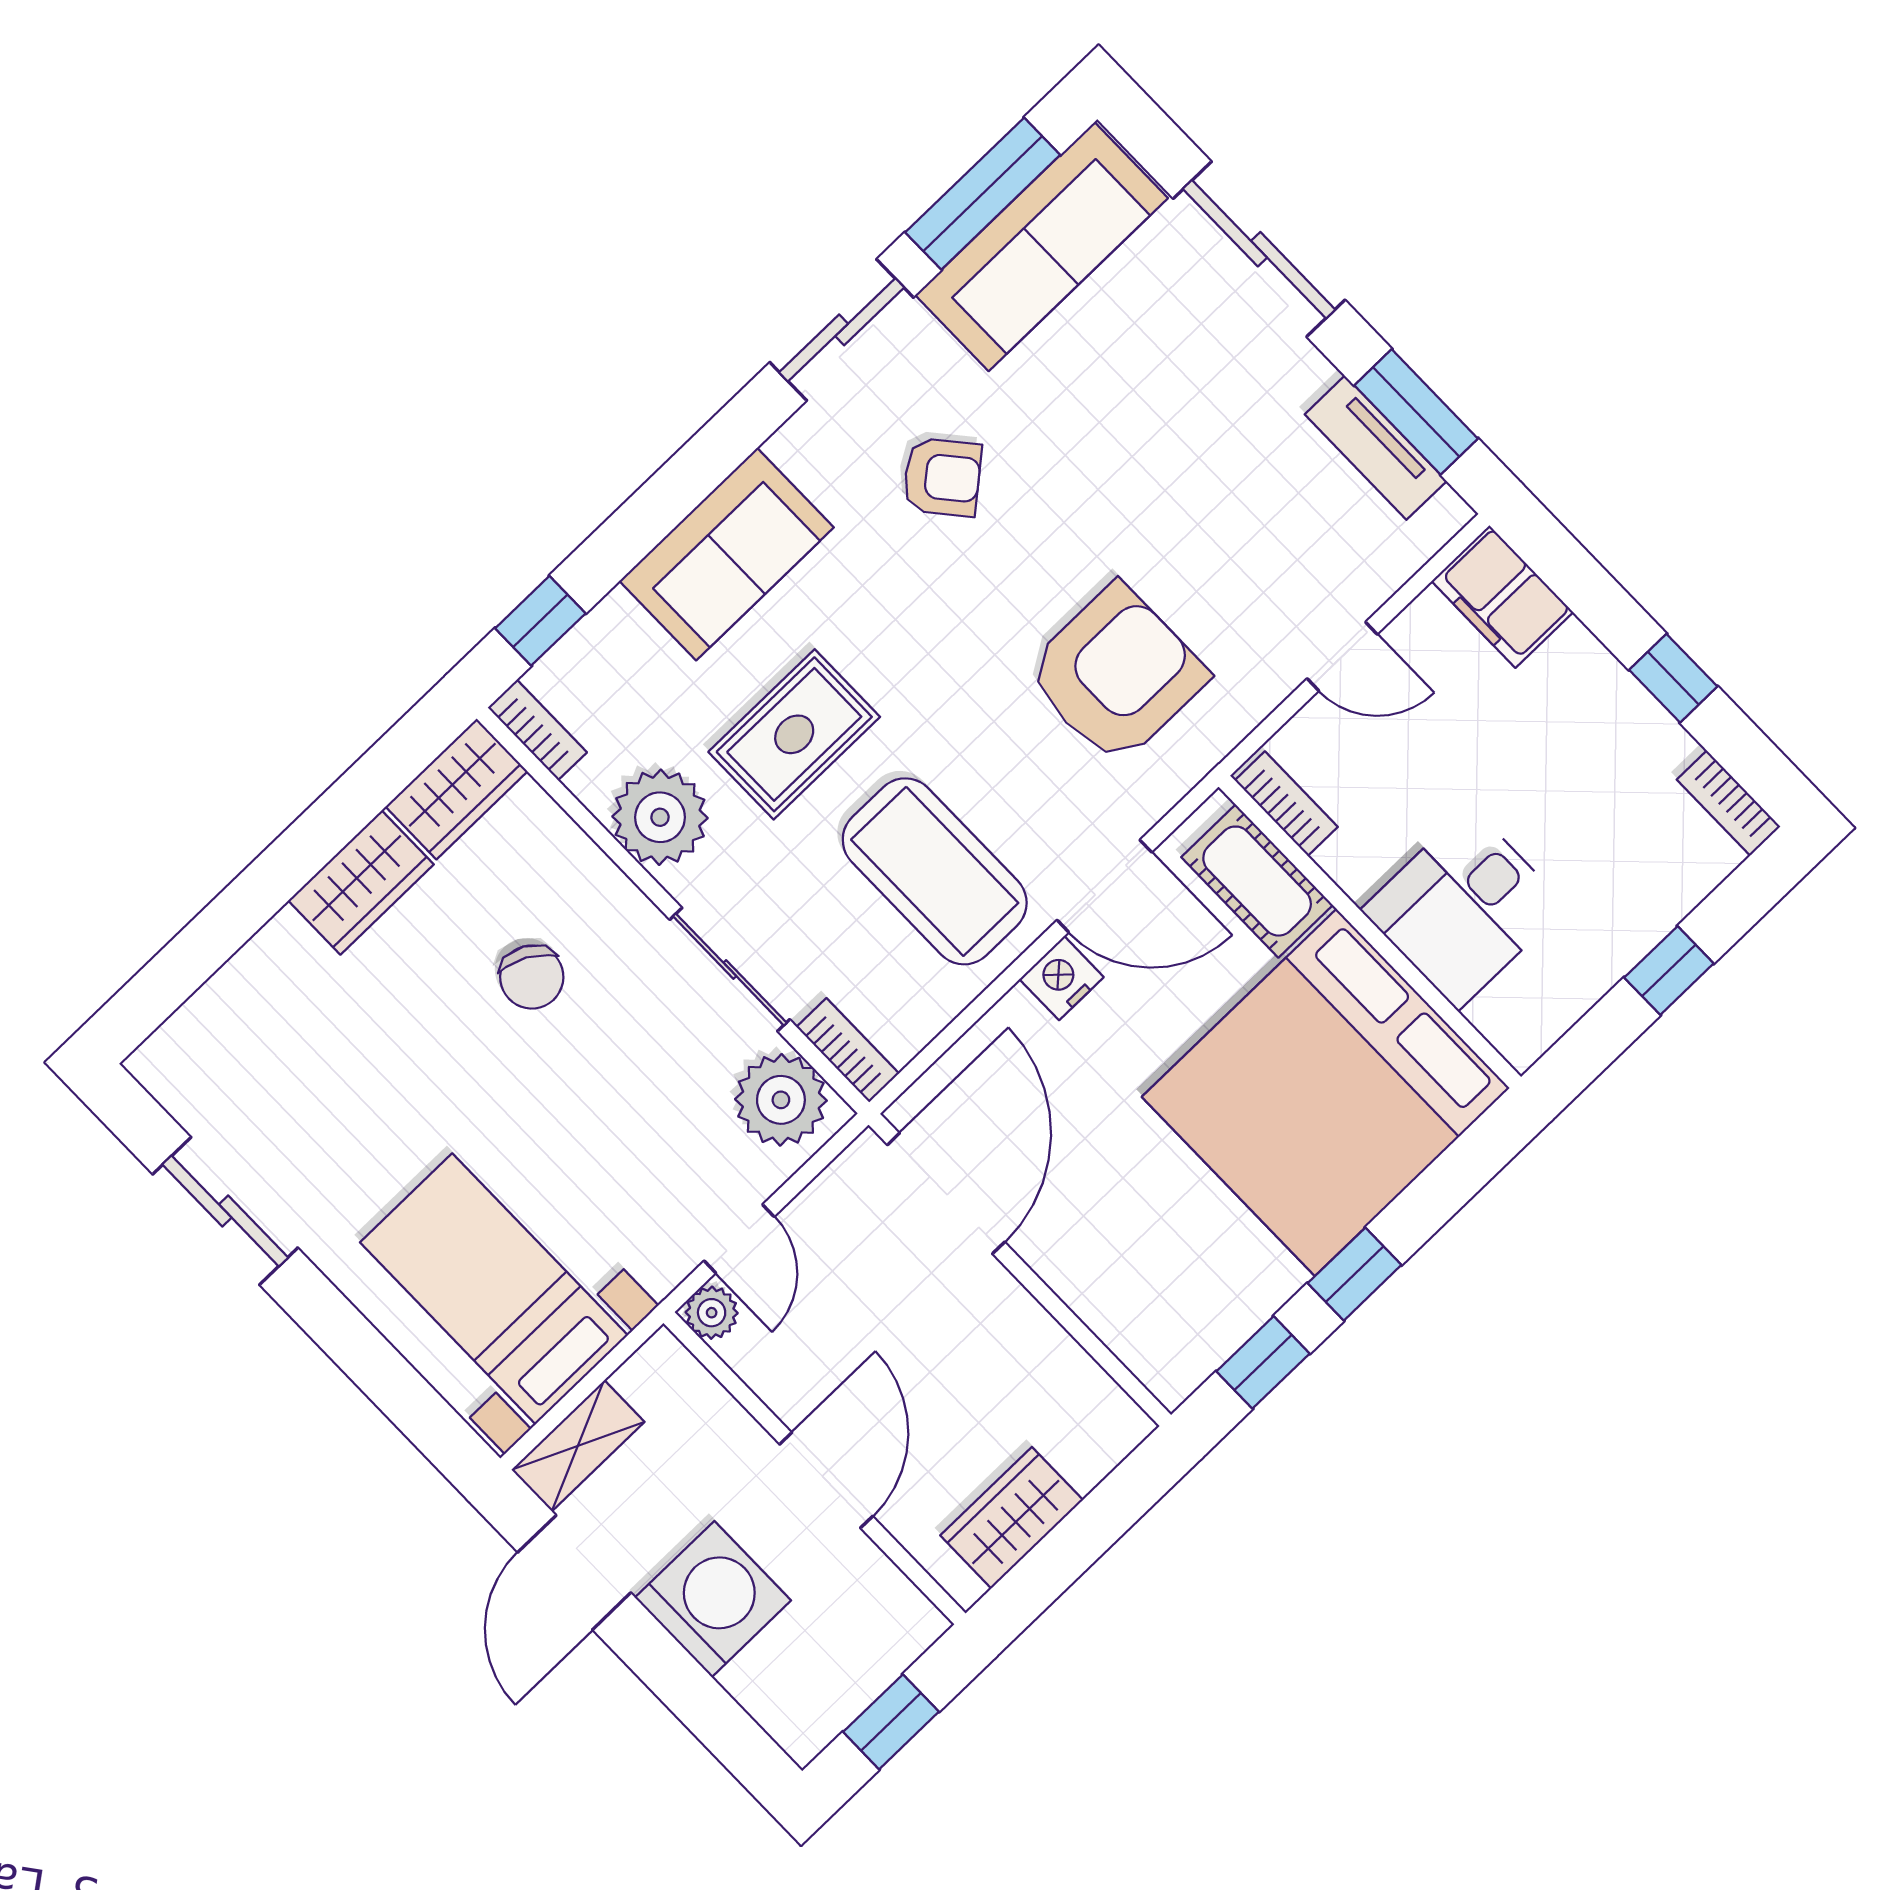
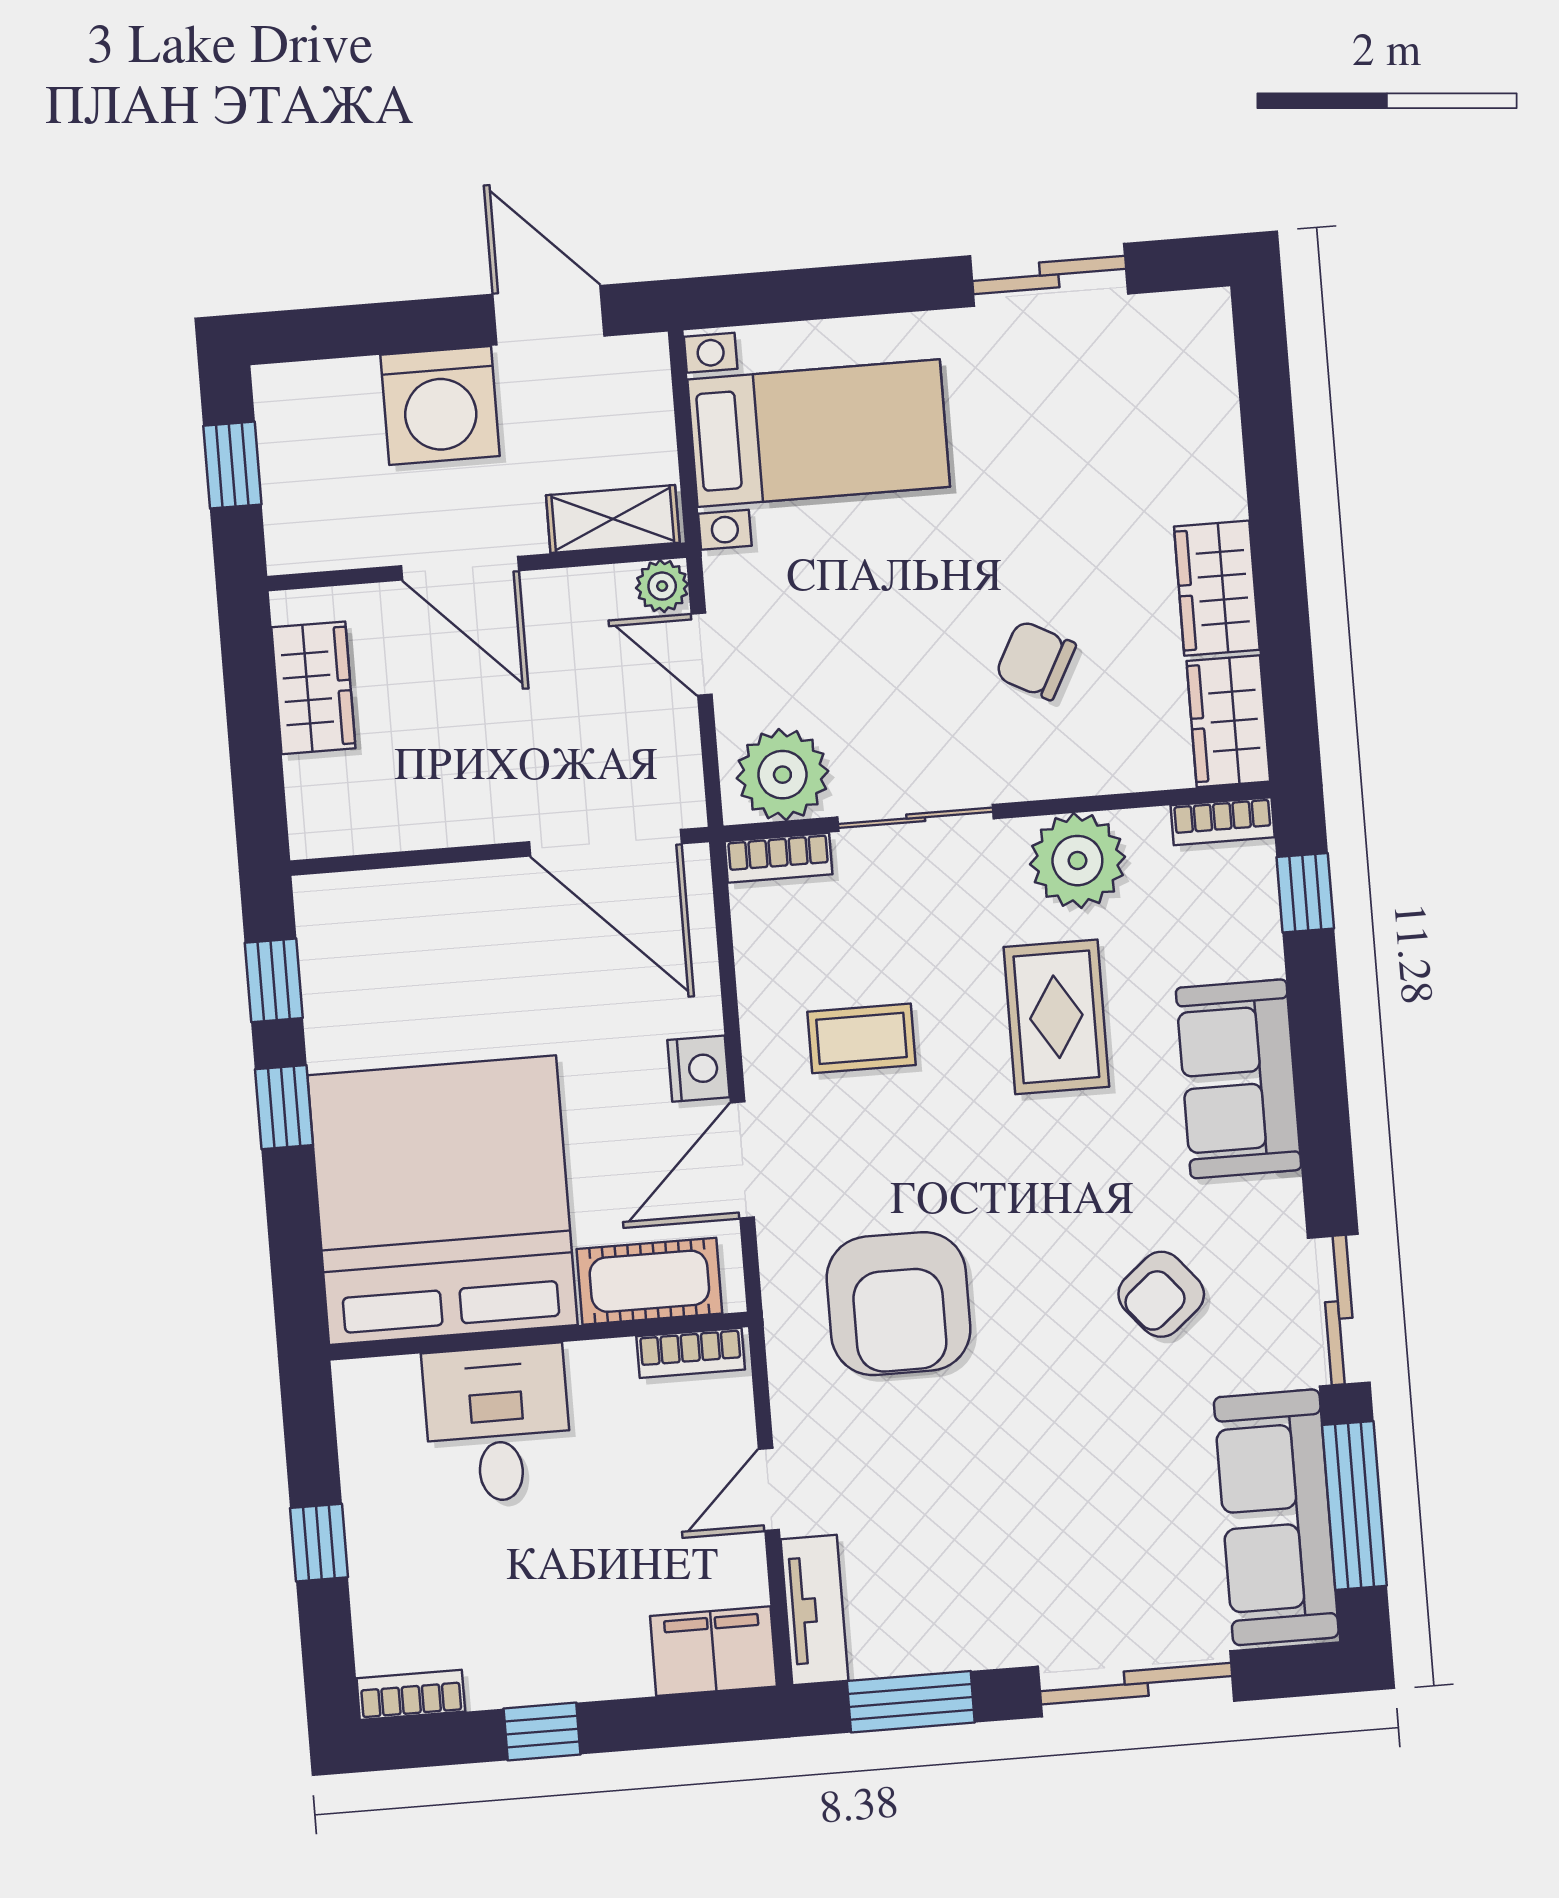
tv unit: (1376, 448) -> (814, 1610), moved, turned 90
coffee table: (935, 871) -> (861, 1038), width x0.54, depth x0.58
shelving: (578, 1446) -> (613, 519), moved, turned 90

